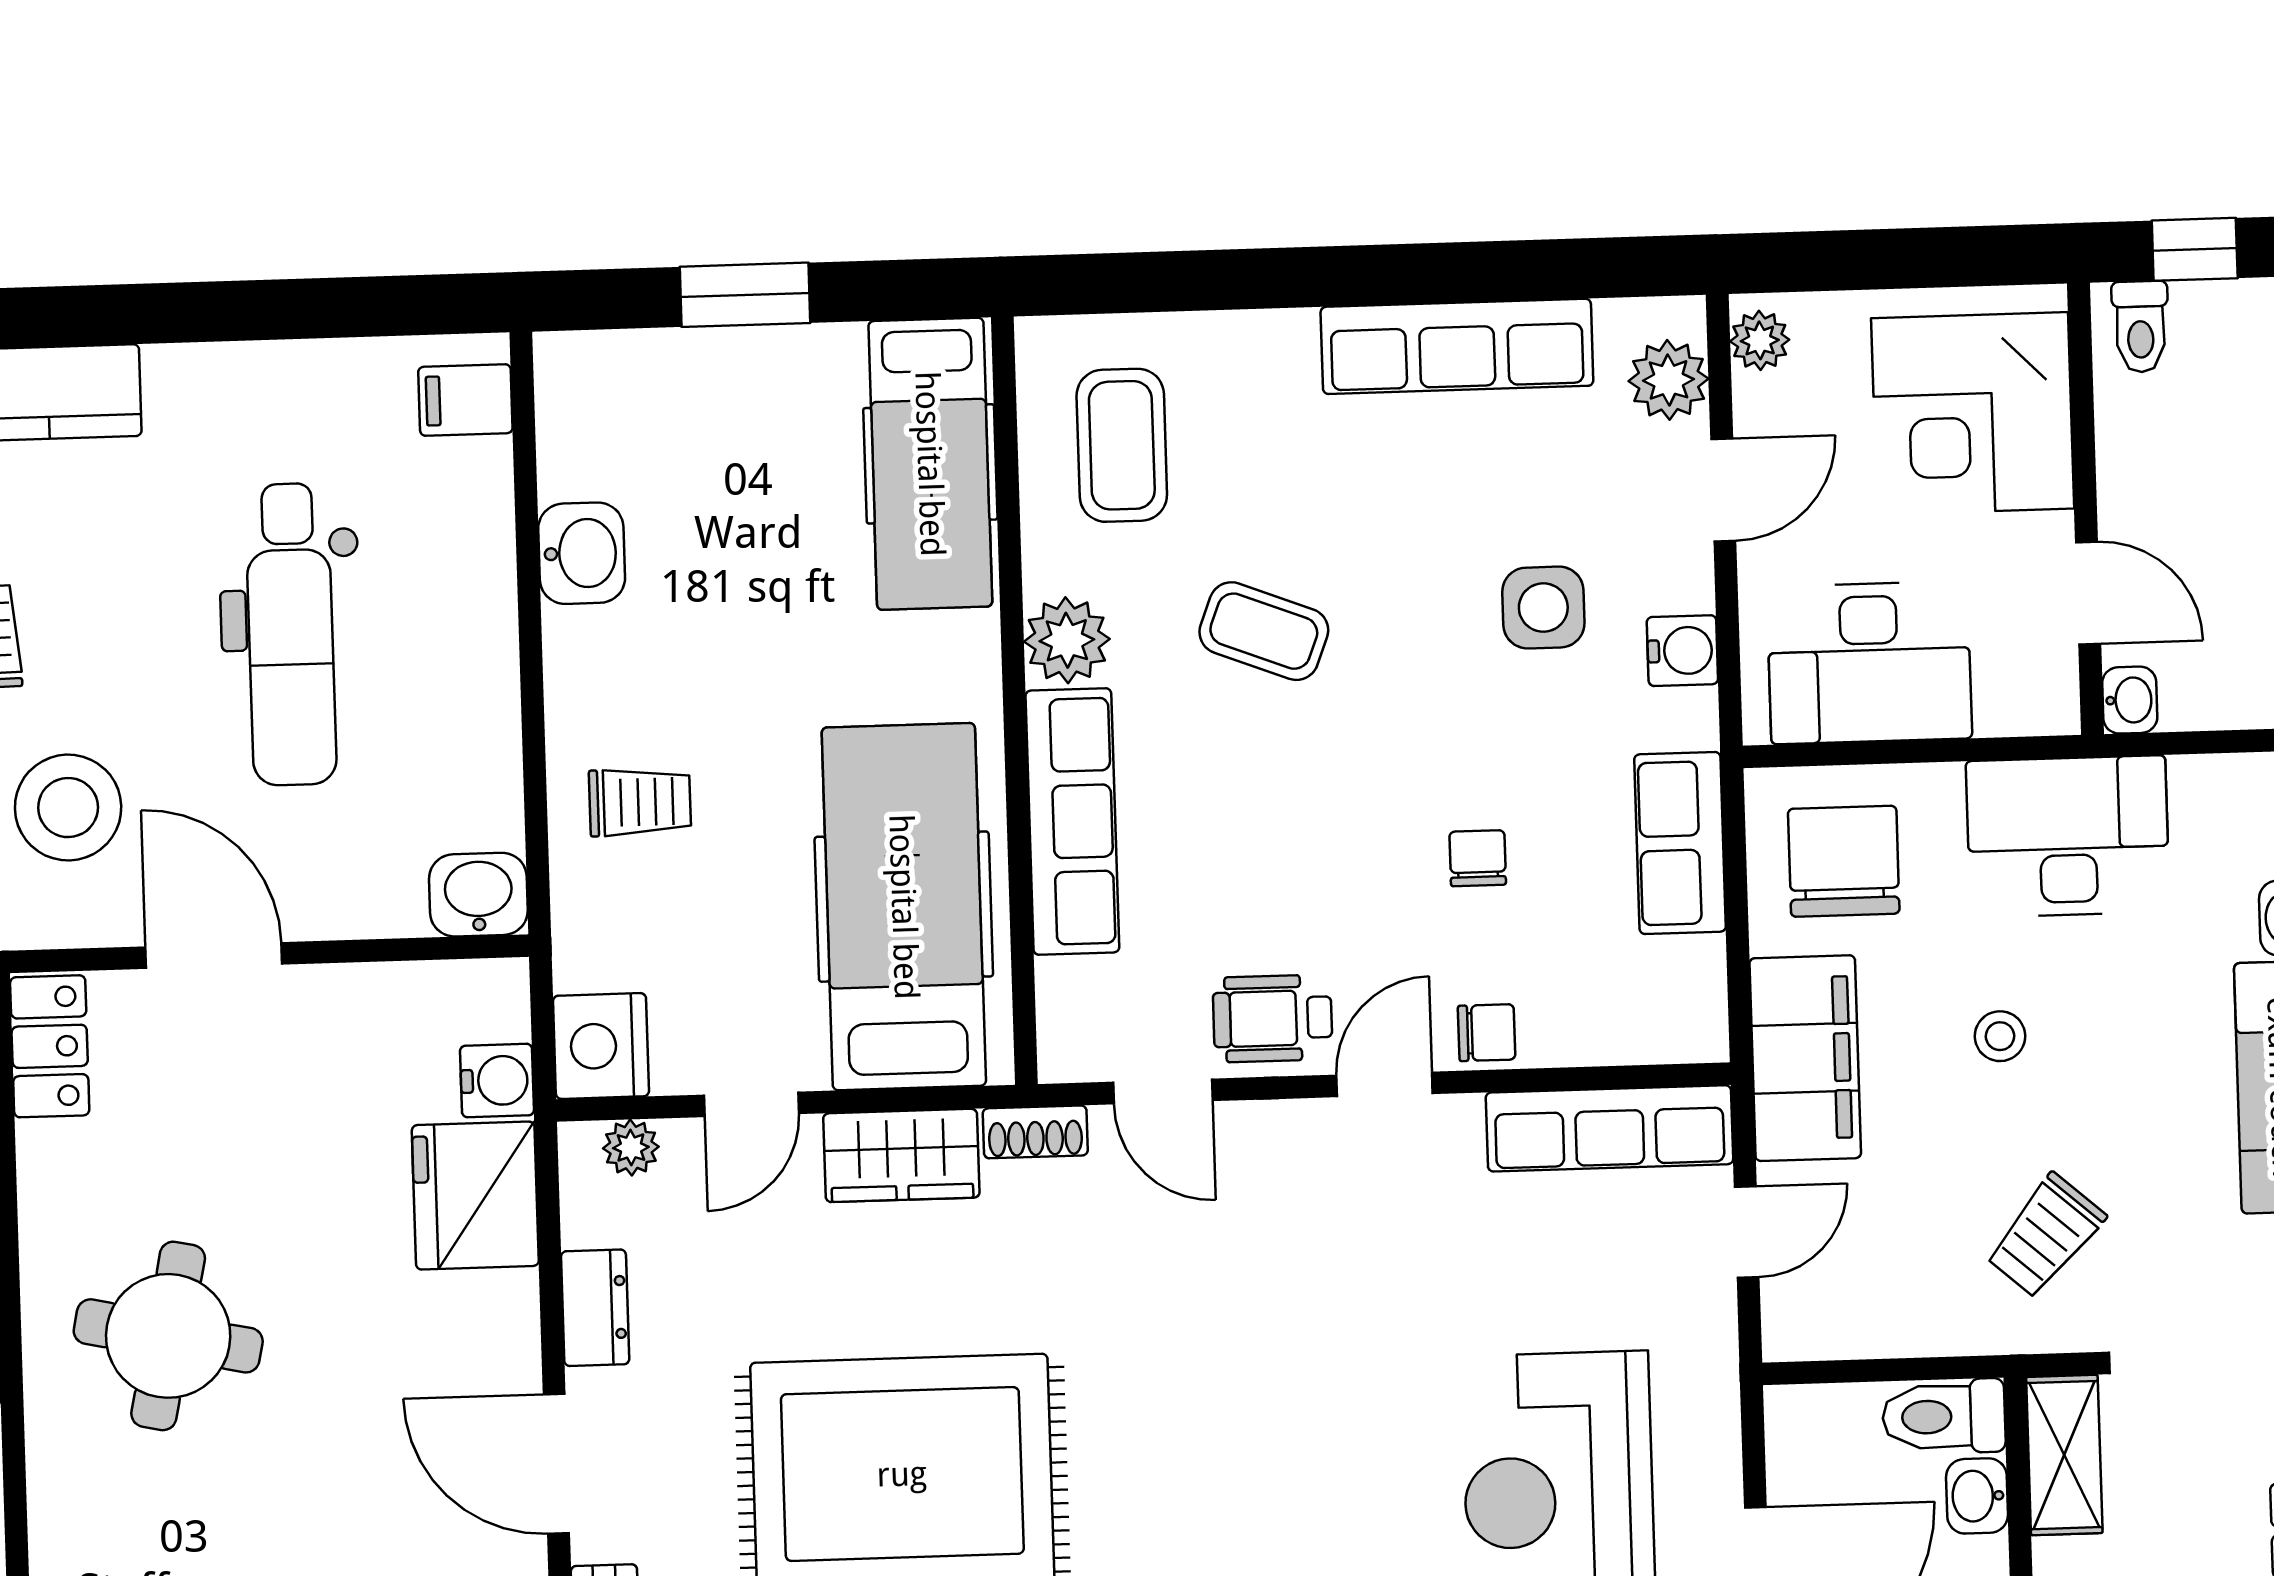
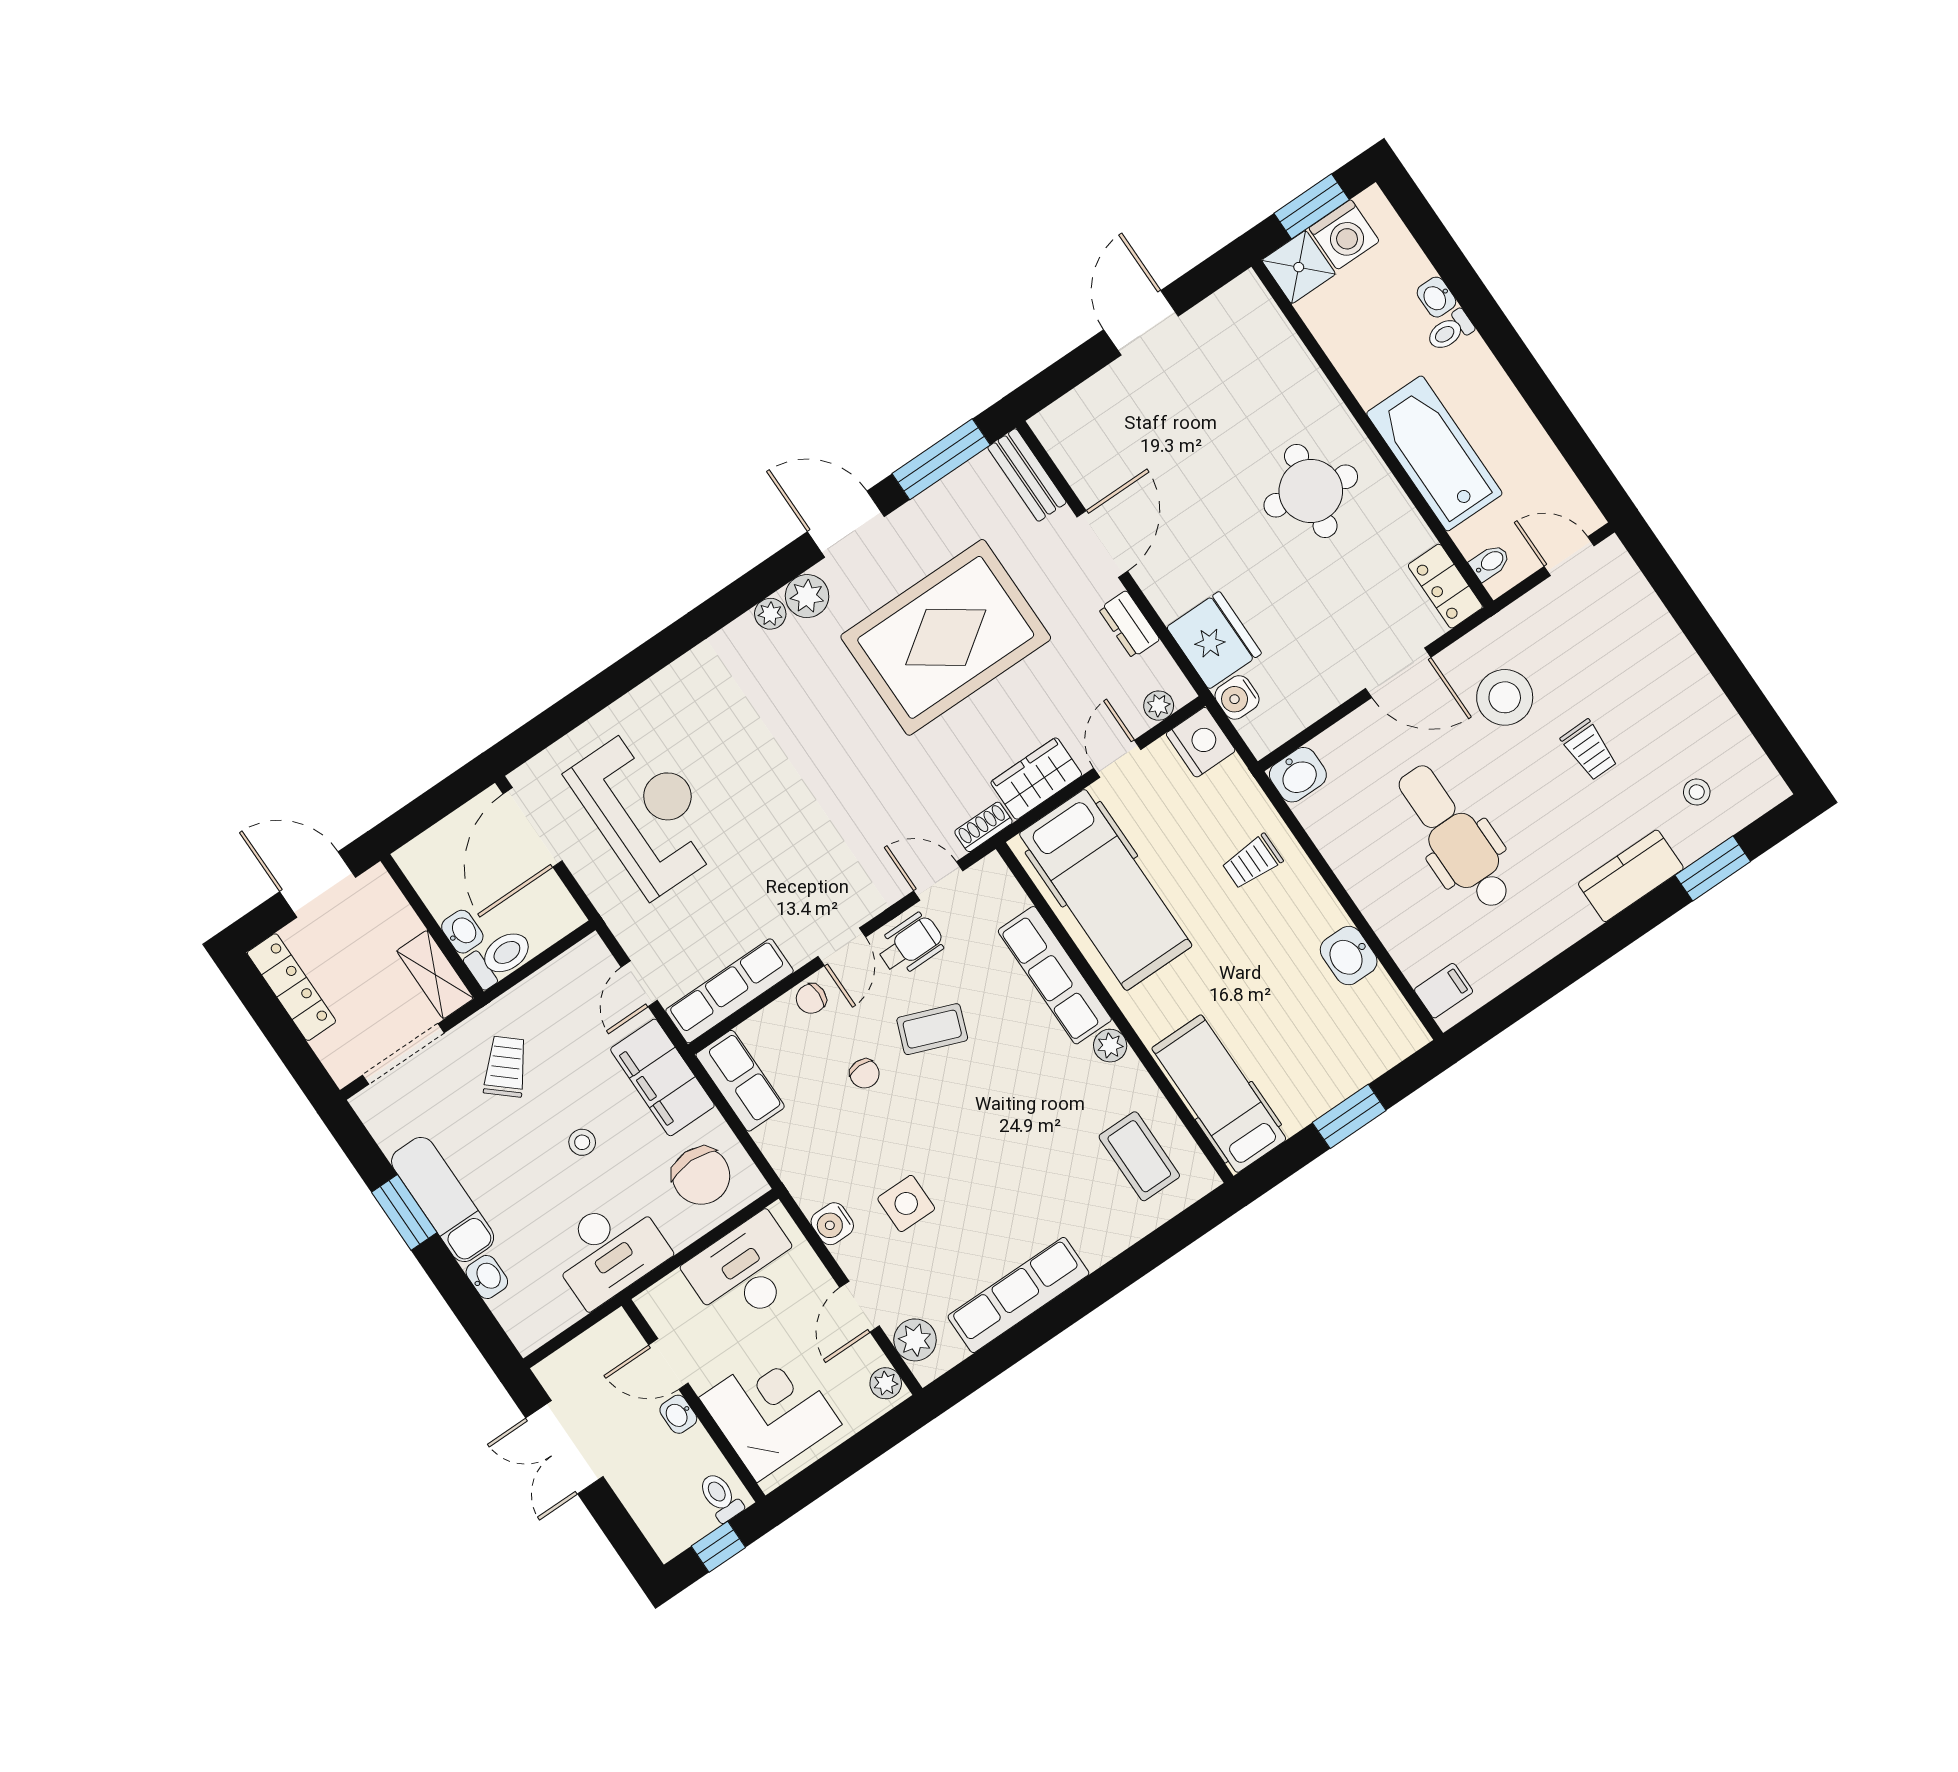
coffee table: (1264, 631) -> (932, 1029), moved
plant: (1067, 640) -> (1110, 1046), width x0.73, depth x0.73
washbasin: (2130, 700) -> (678, 1414), moved
row of seats: (1680, 843) -> (740, 1081), moved
door: (556, 1464) -> (1102, 544), hinge flipped

